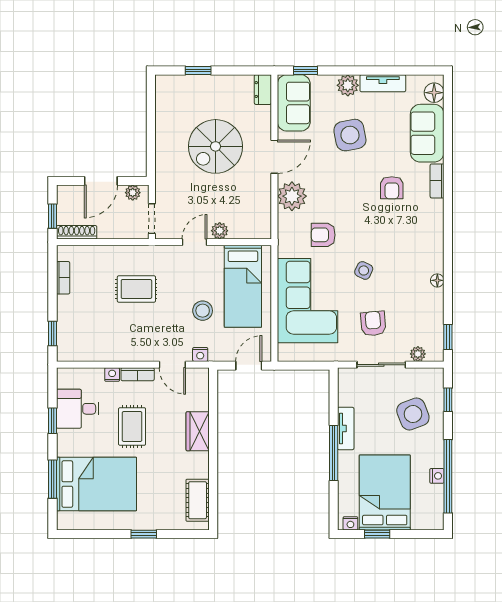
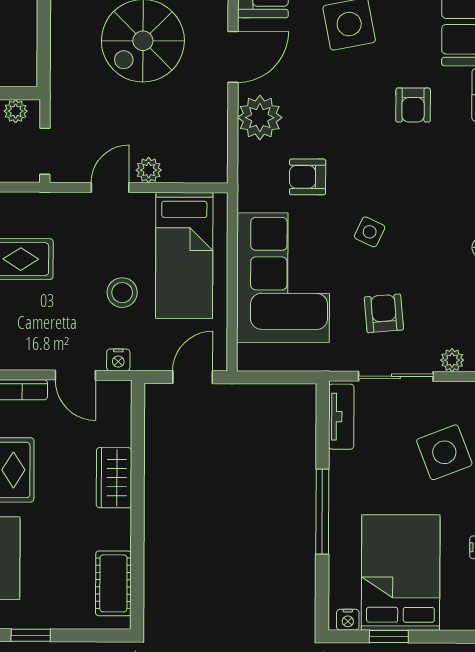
tv unit: (346, 428) -> (341, 417), moved

